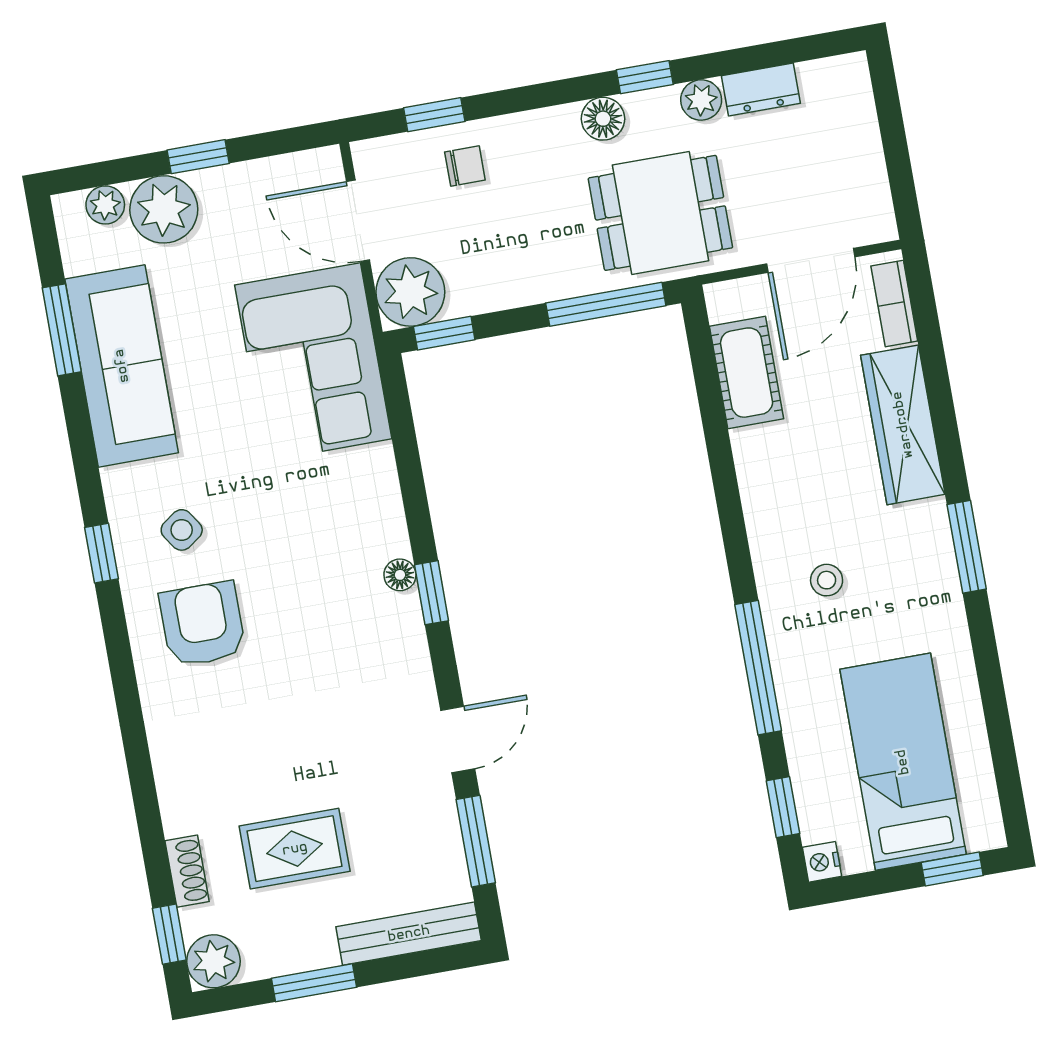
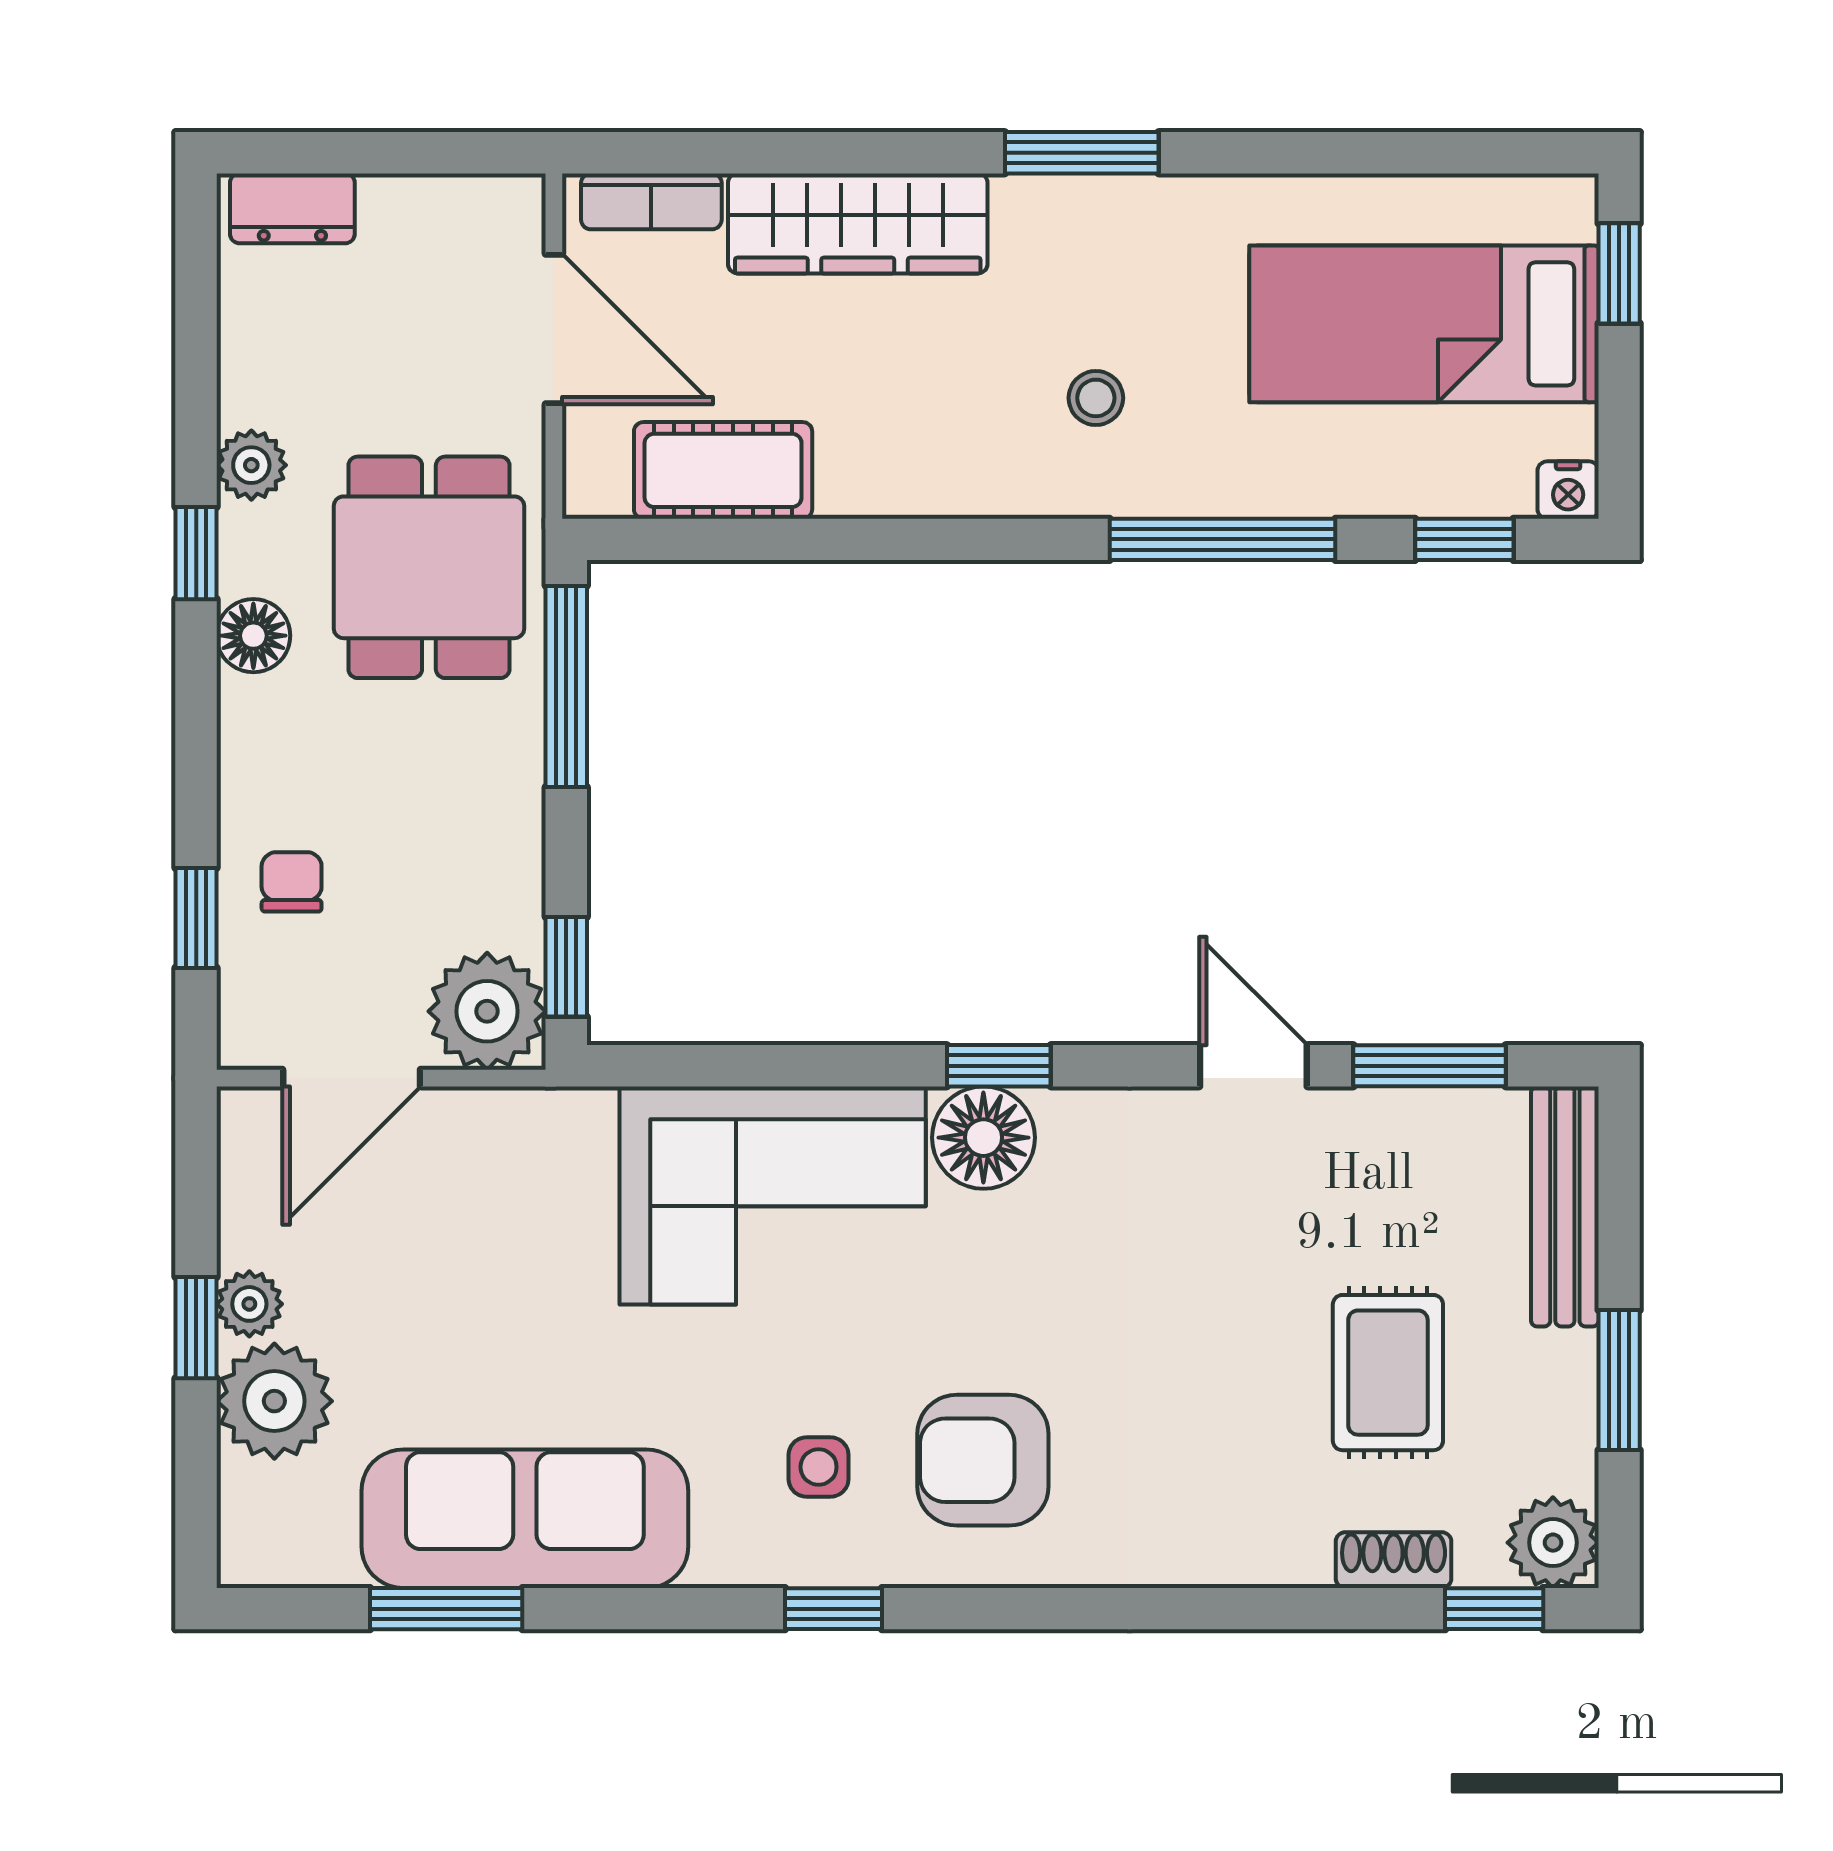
dresser: (761, 90) -> (292, 208), moved, turned 90
plant: (105, 205) -> (249, 1304), moved
corner sofa: (313, 362) -> (773, 1195), moved
side table: (182, 530) -> (819, 1467), turned 35
floor lamp: (400, 575) -> (983, 1138), width x1.89, depth x1.89

